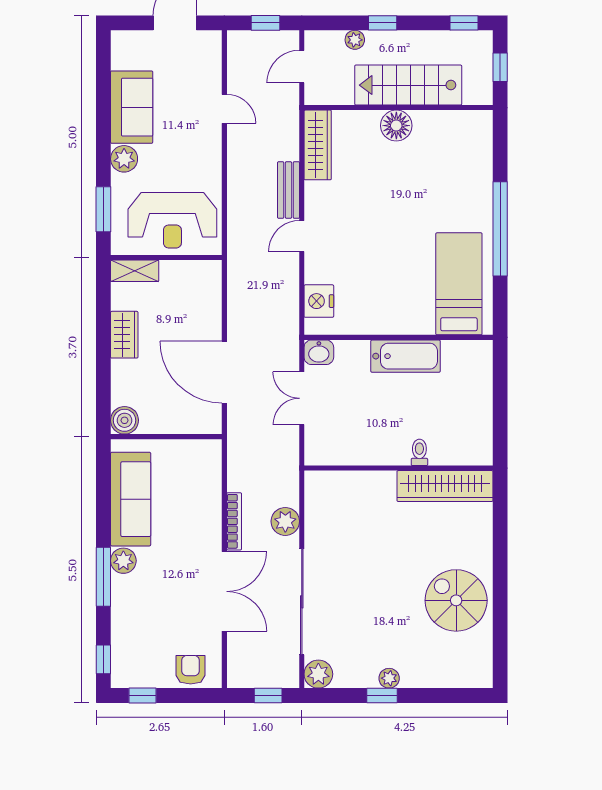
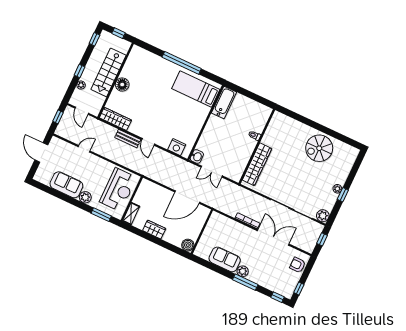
bathtub: (406, 356) -> (224, 103), moved
wardrobe: (445, 486) -> (257, 164), moved
sofa: (131, 499) -> (225, 259), width x0.73
plant: (285, 521) -> (257, 201), removed

